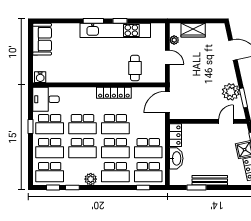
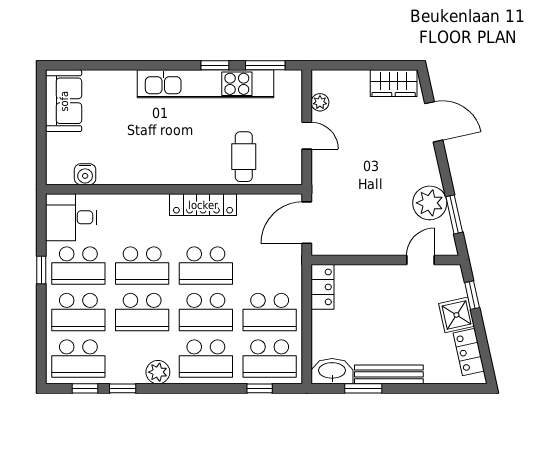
window: (93, 21) -> (265, 65), moved
wardrobe: (193, 30) -> (394, 83), moved
water cooler: (40, 77) -> (85, 174), moved
washbasin: (176, 158) -> (332, 371), moved, turned -90

